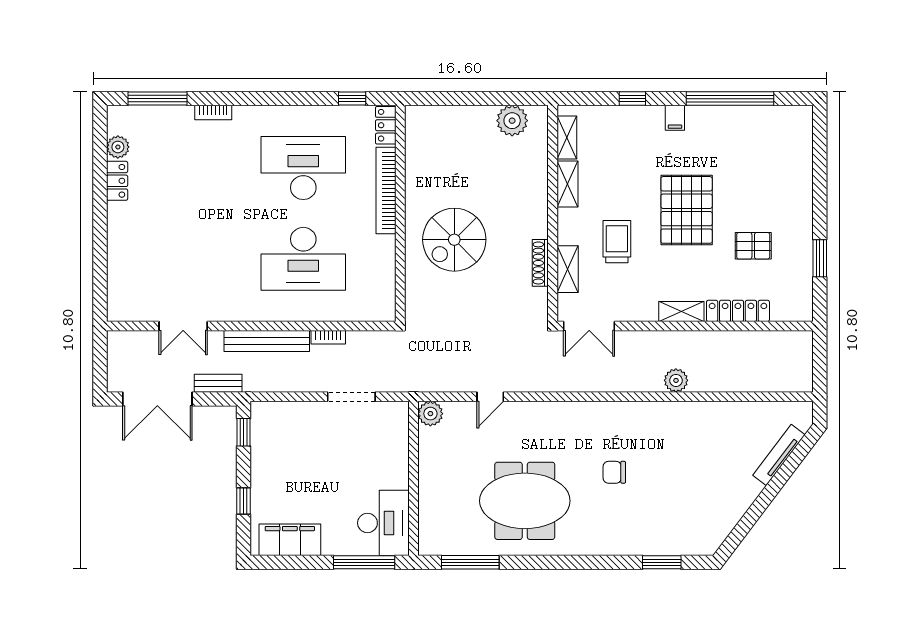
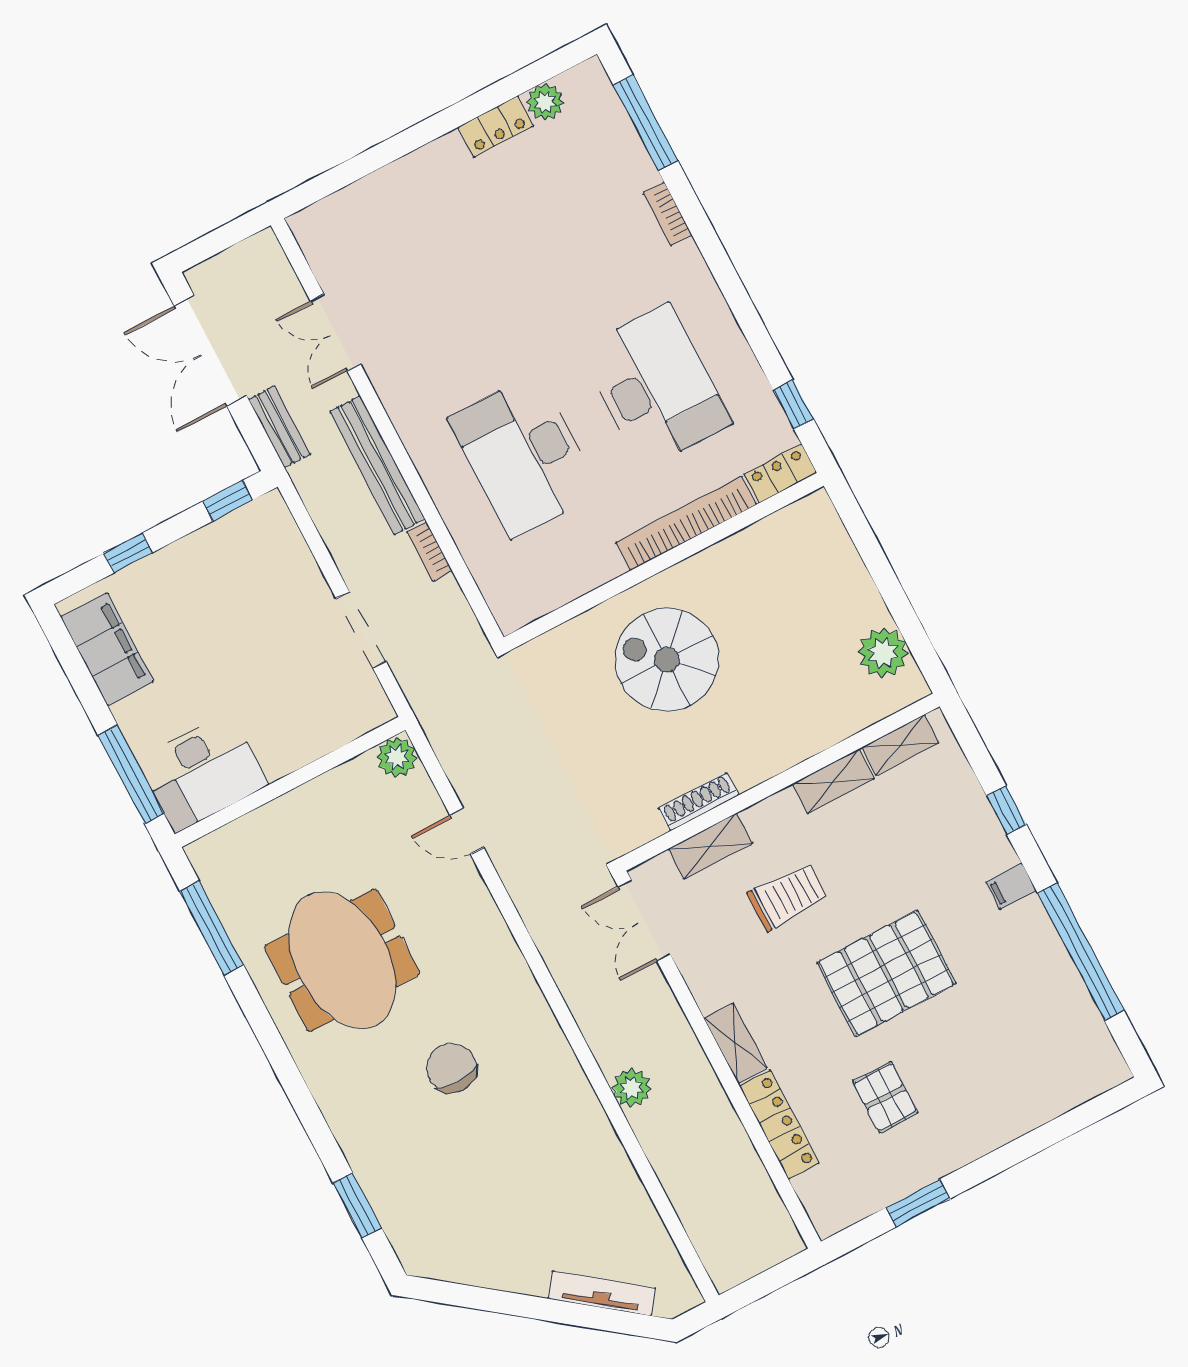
chair: (614, 472) -> (452, 1068), width x1.37, depth x1.37

